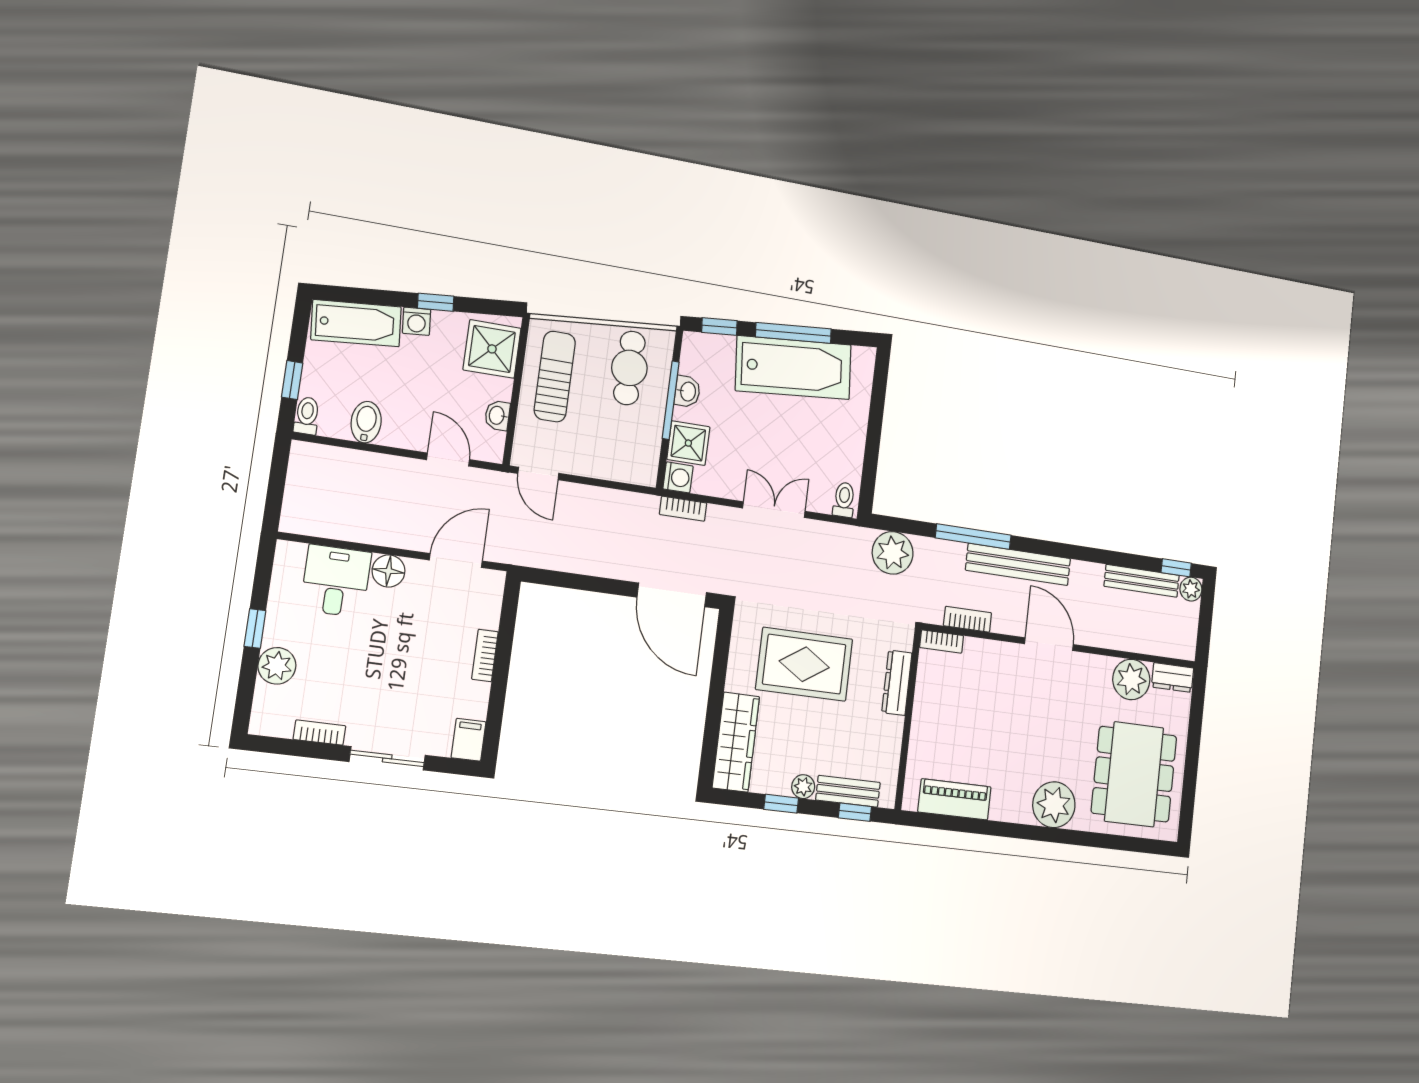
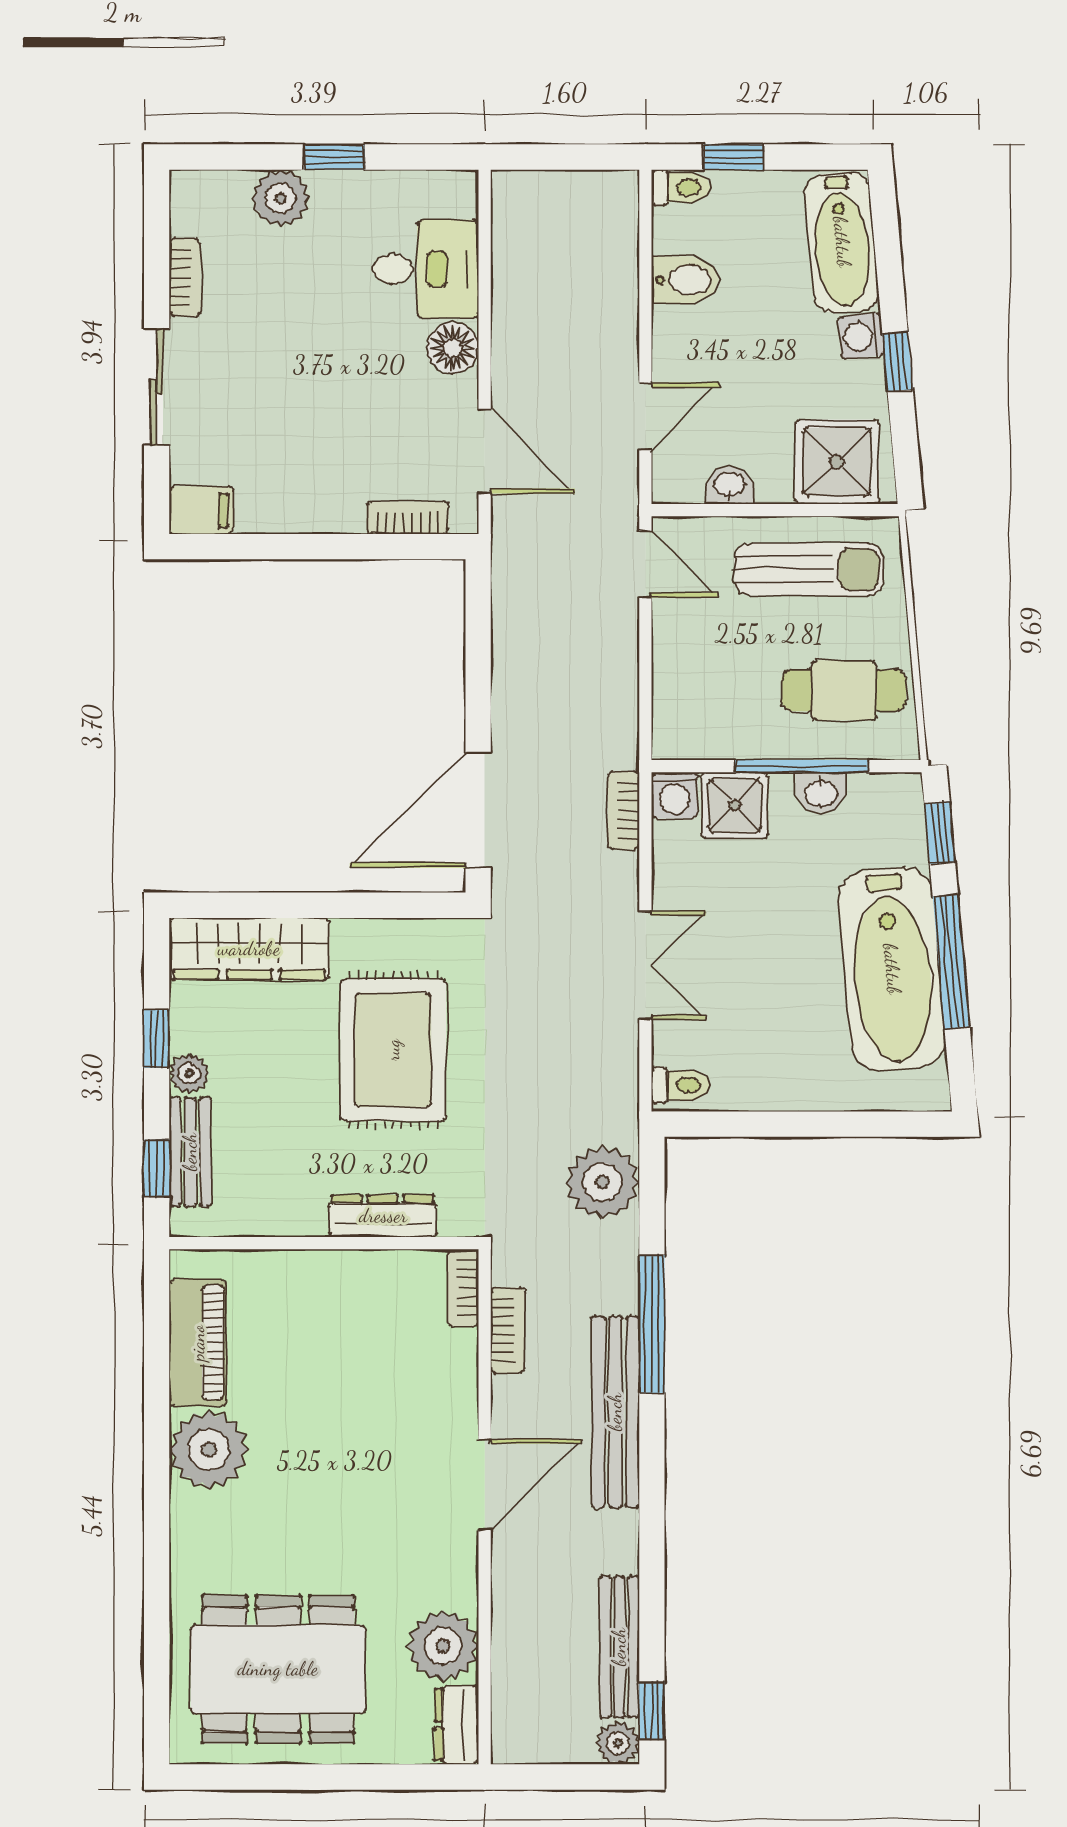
door: (538, 473) -> (645, 564), swing flipped
bookcase: (485, 655) -> (408, 518), moved
plant: (1054, 805) -> (209, 1450), moved

